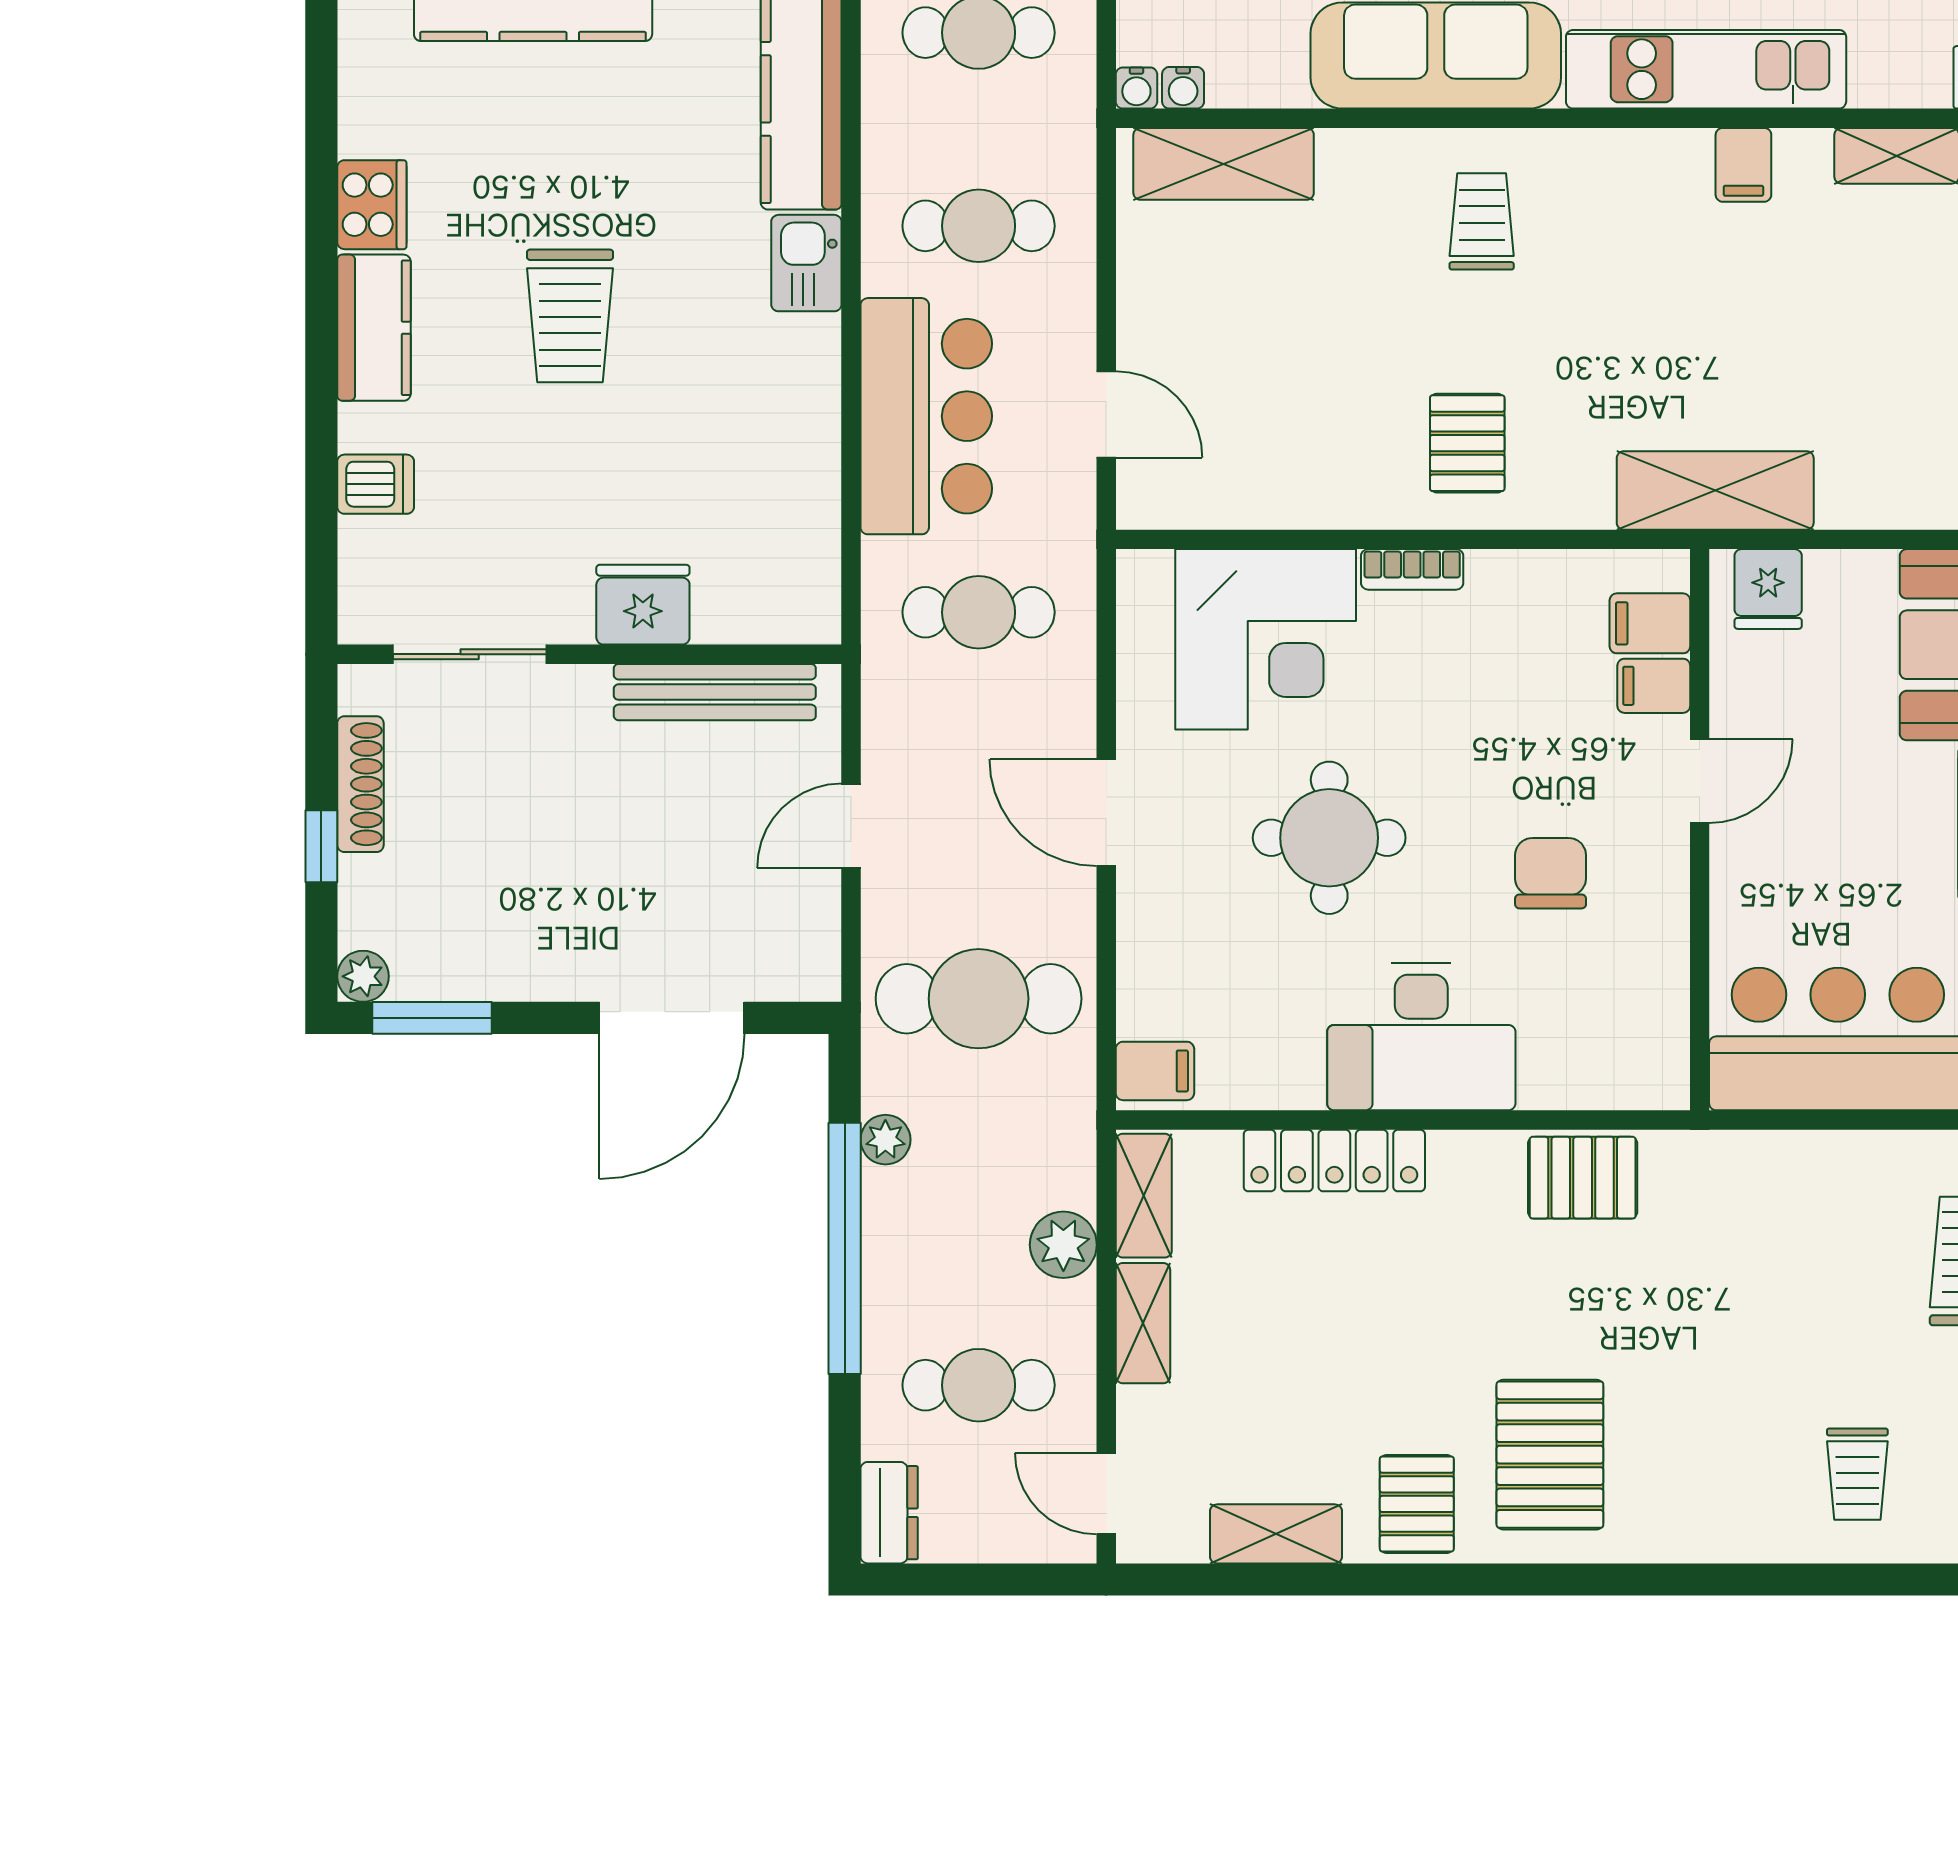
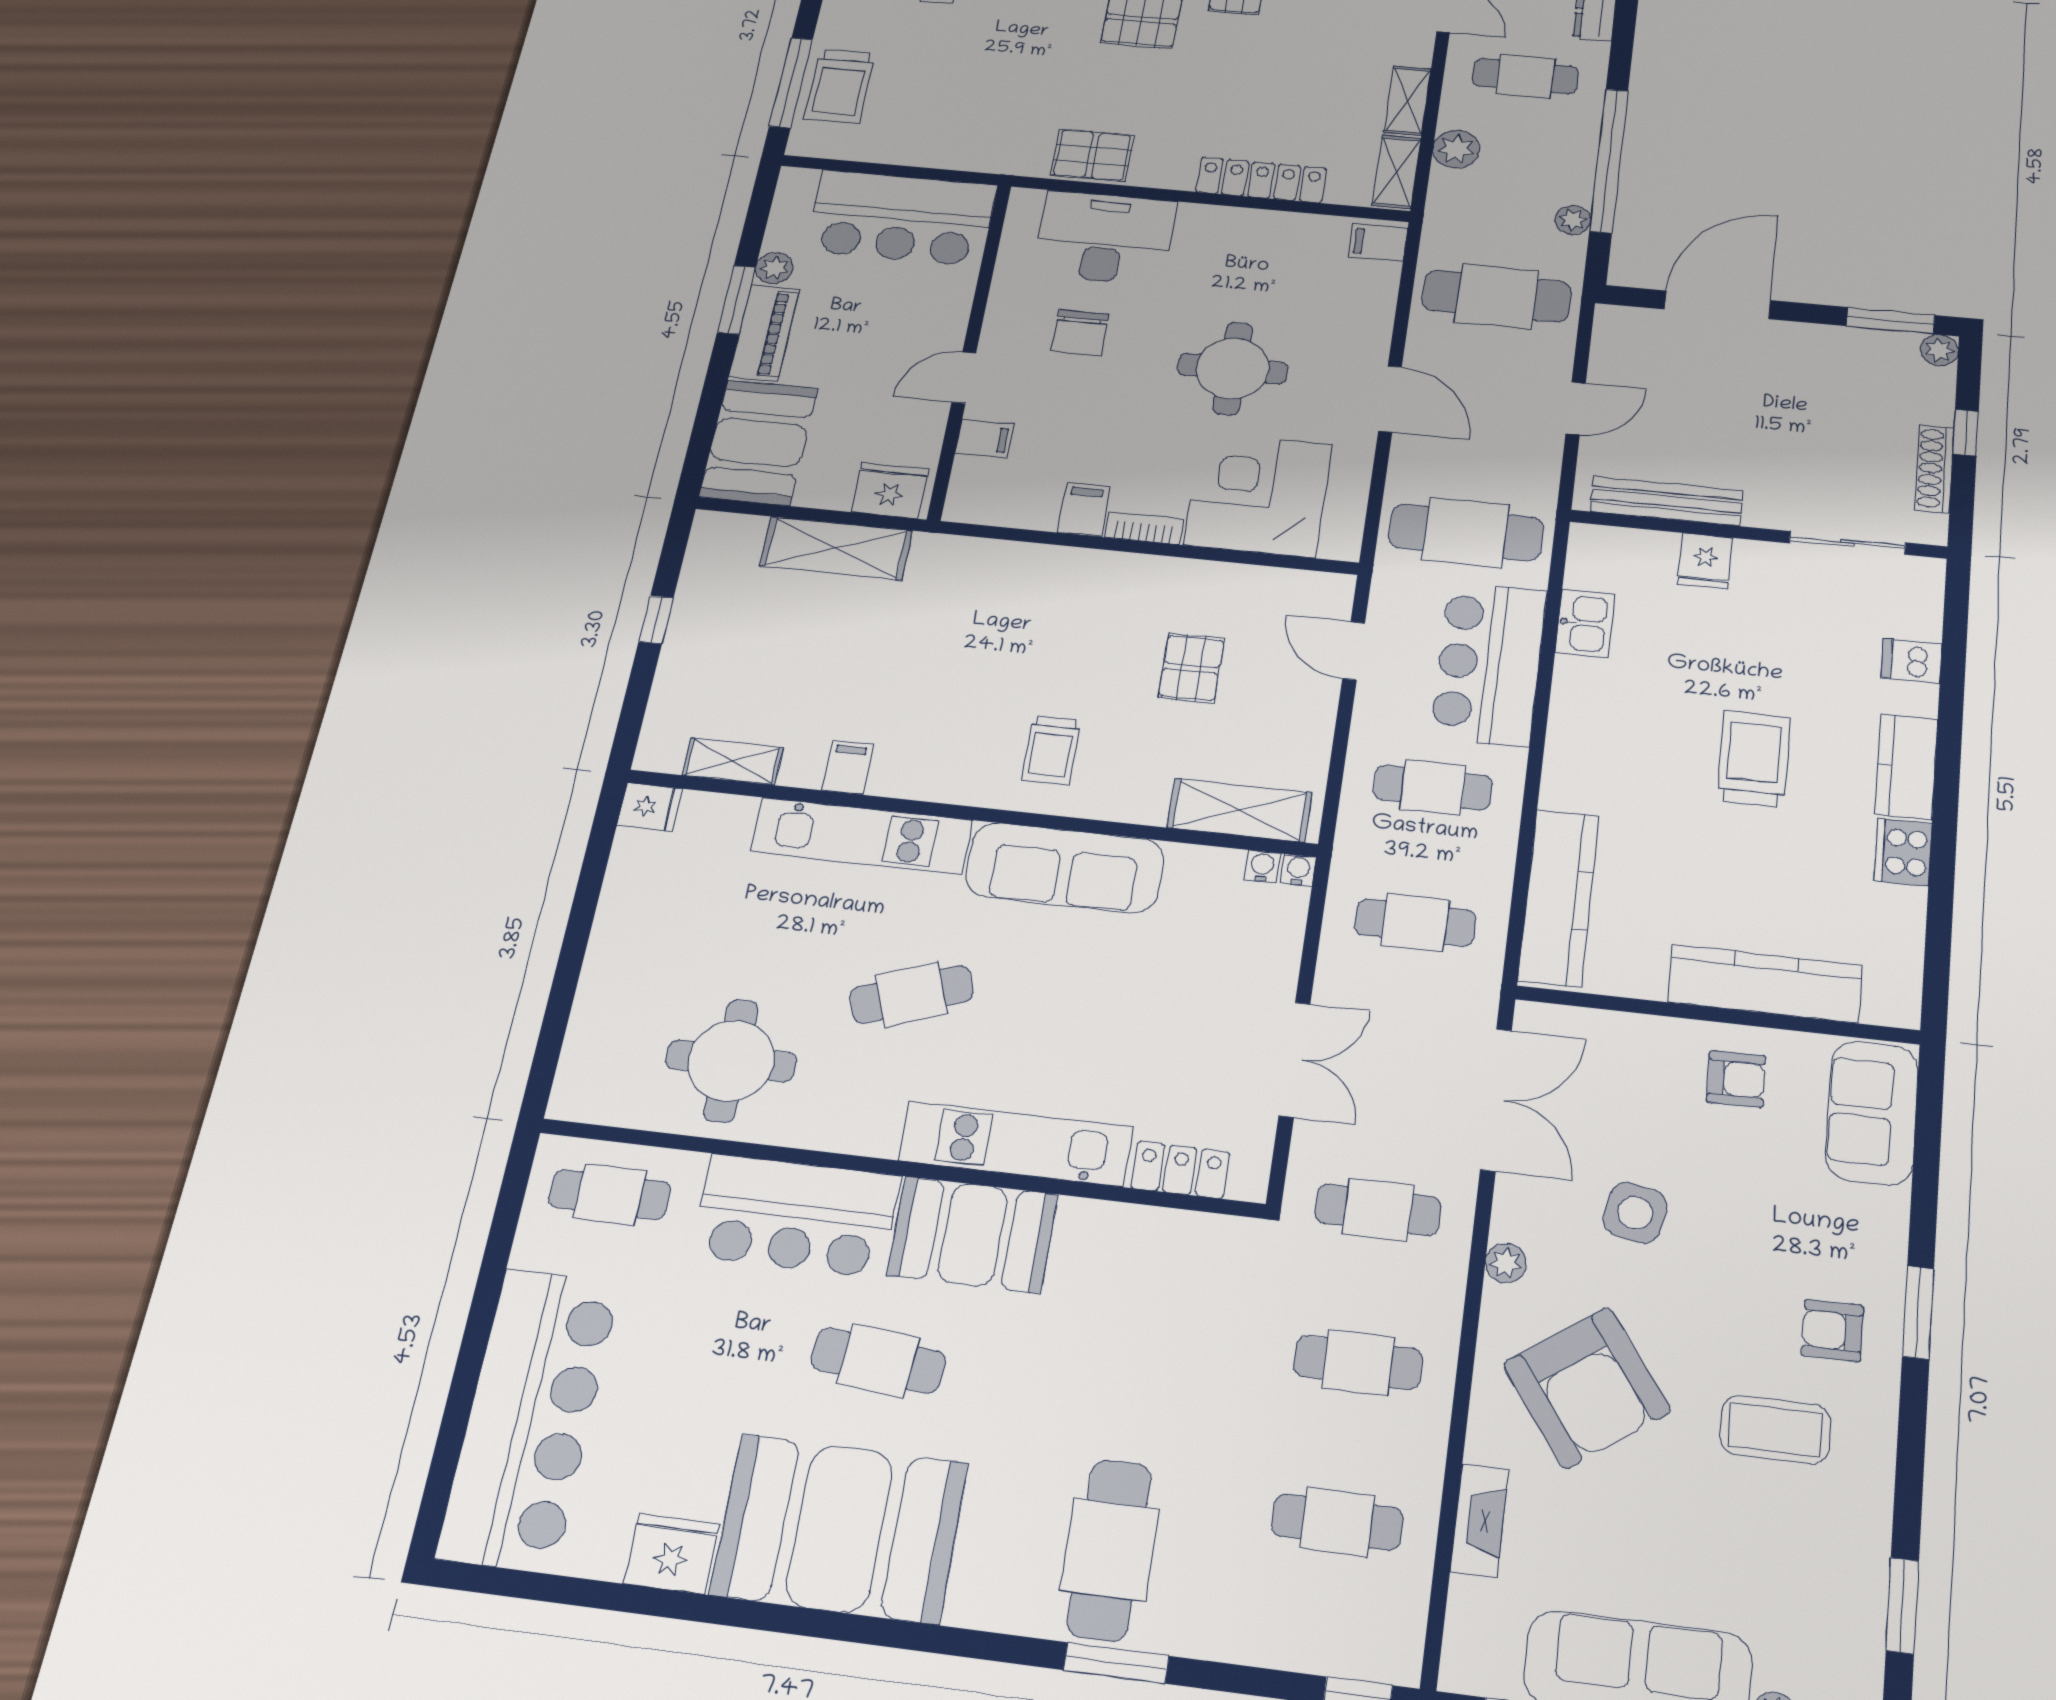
kitchen sink: (806, 263) -> (1585, 623), moved
pallet: (1467, 443) -> (1191, 668), moved
shelving: (1715, 490) -> (836, 548), moved
fridge: (1768, 589) -> (890, 490), width x1.38
fridge: (643, 605) -> (1705, 561), width x0.72
cafe table: (979, 612) -> (1466, 532), width x1.37, depth x1.35
filing cabinet: (1650, 623) -> (1084, 510), moved, turned -90
desk: (1421, 1037) -> (1105, 238), moved

